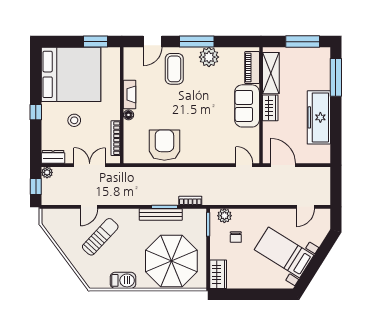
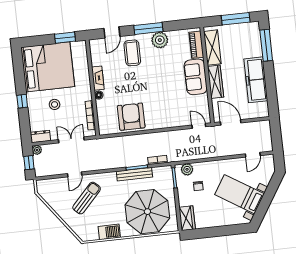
wardrobe: (270, 108) -> (215, 82), width x1.50

